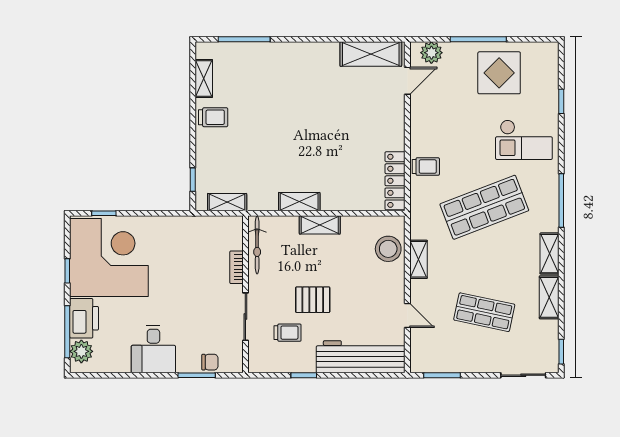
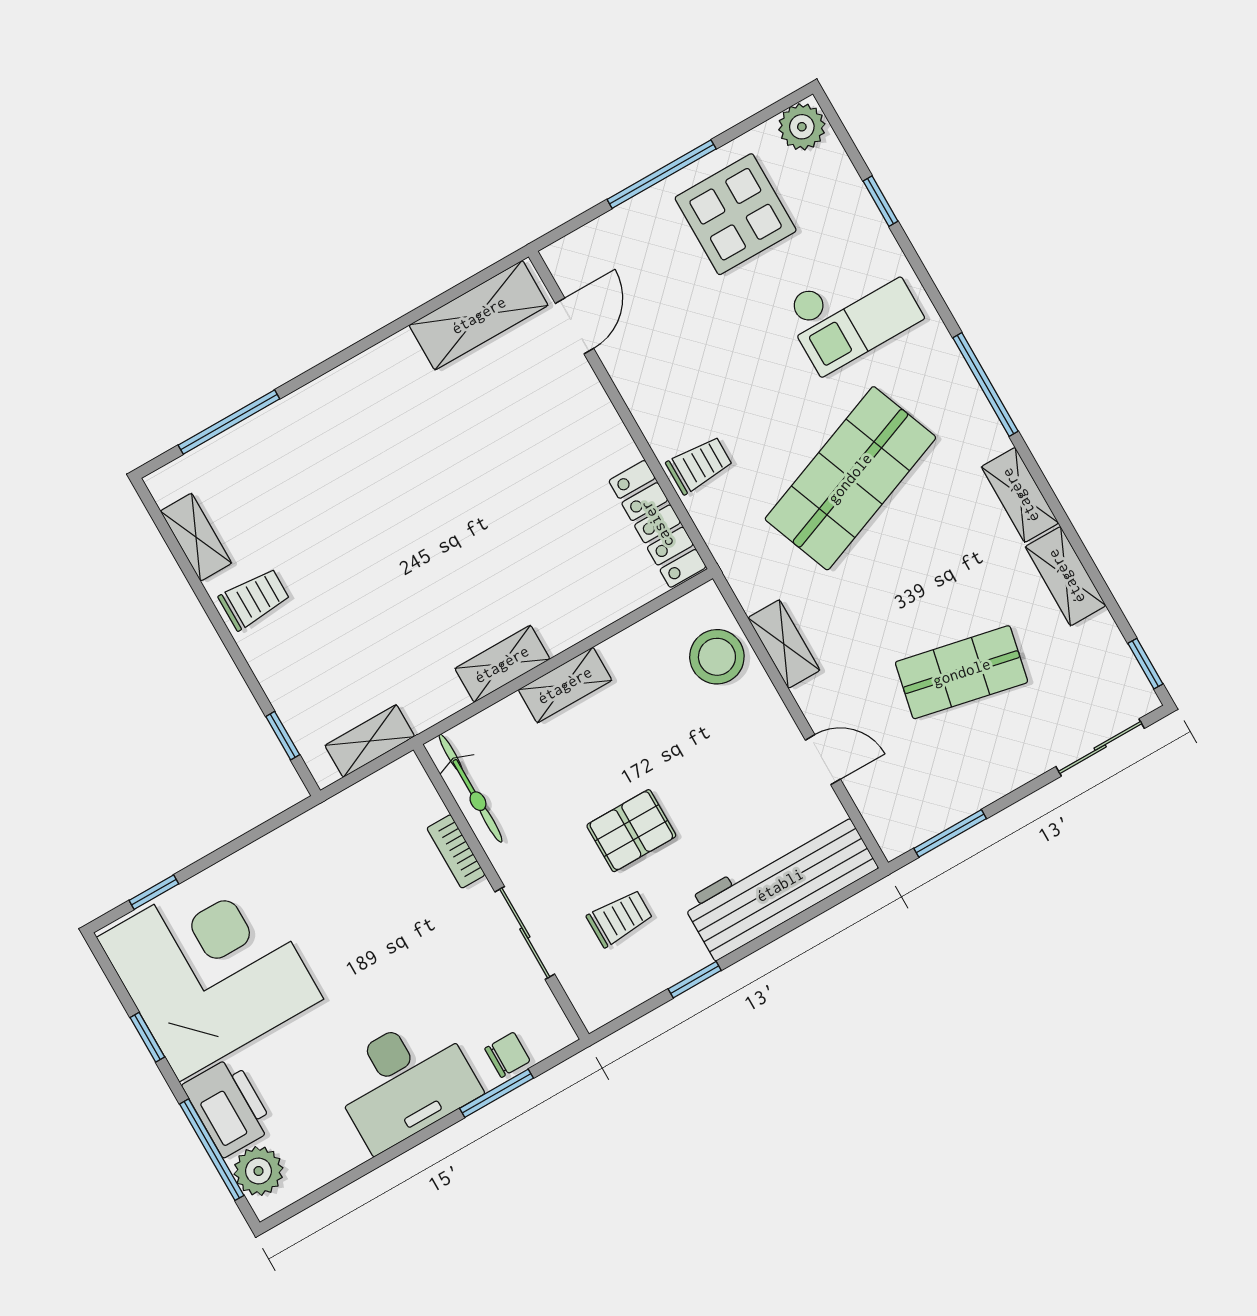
plant: (431, 53) -> (802, 127), moved
desk: (153, 349) -> (404, 1082), width x1.37

